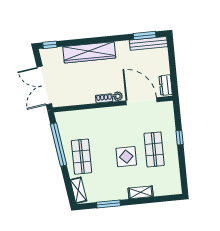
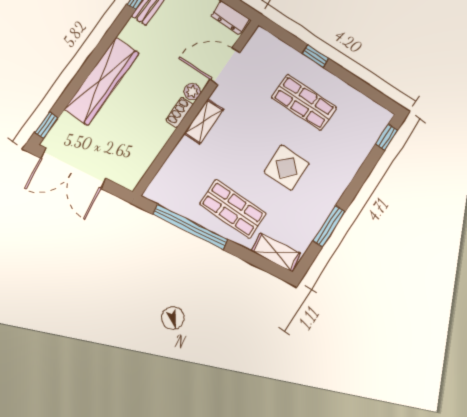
double door: (44, 85) -> (73, 168), moved
door: (141, 101) -> (225, 66), width x0.73
display table: (126, 157) -> (286, 167), moved
shelving: (141, 192) -> (204, 121), moved
window: (169, 198) -> (387, 137), added

